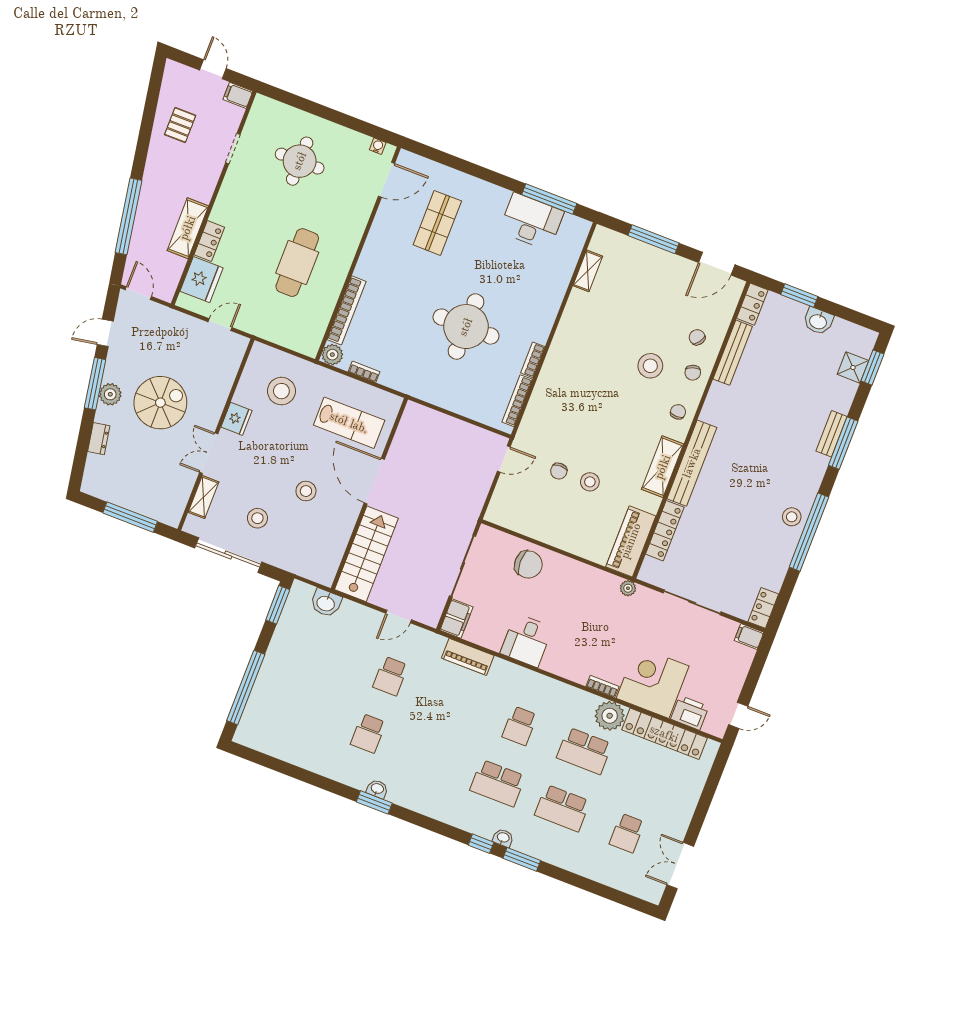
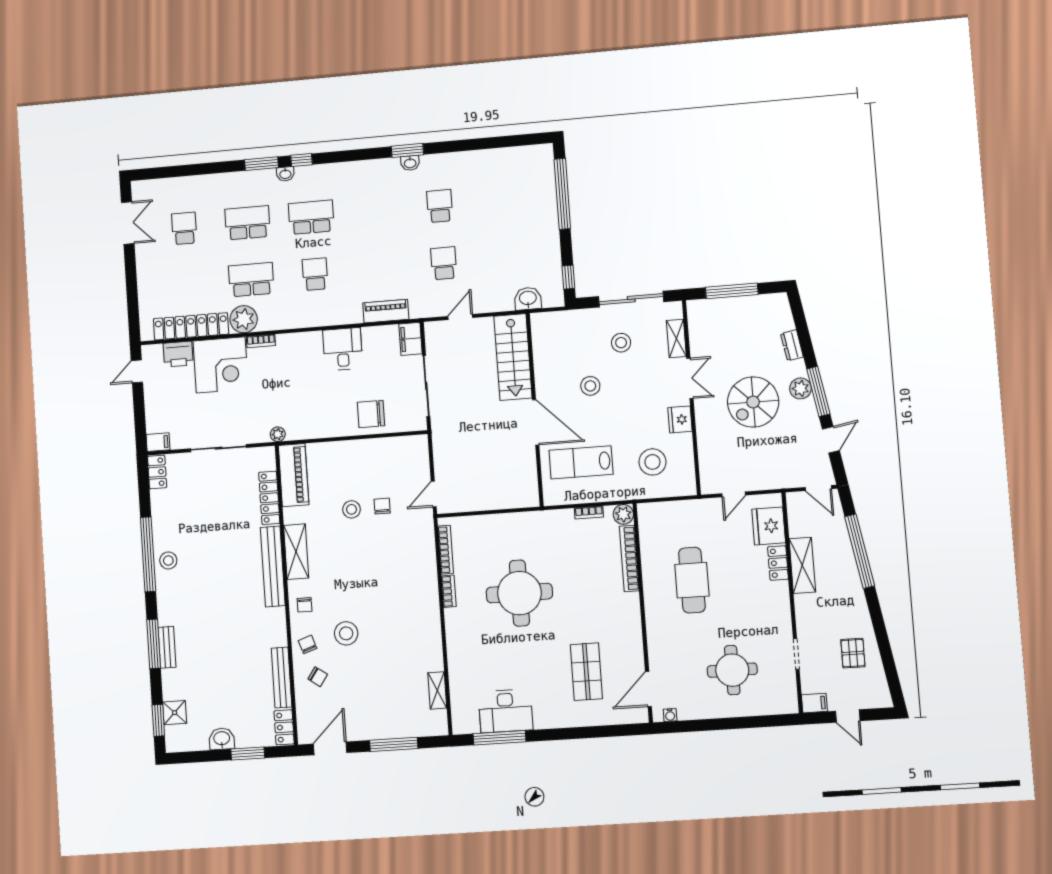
window: (278, 605) -> (568, 277), width x0.67

